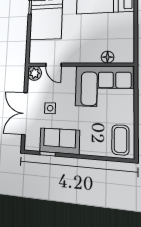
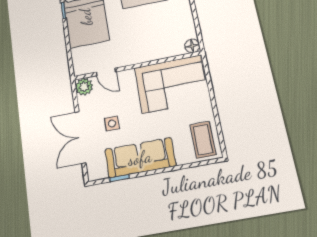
floor lamp: (108, 57) -> (192, 46), moved
sofa: (60, 141) -> (140, 158), width x1.36

